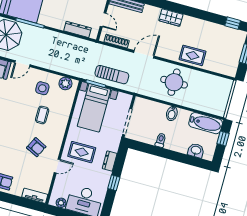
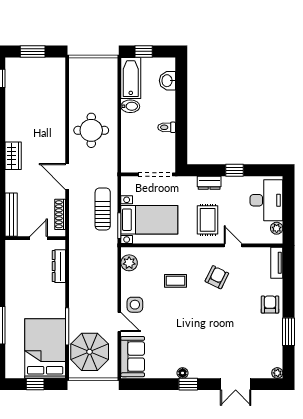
rug: (193, 55) -> (52, 117), removed
side table: (42, 88) -> (135, 305), moved
bidet: (172, 114) -> (130, 106), moved

